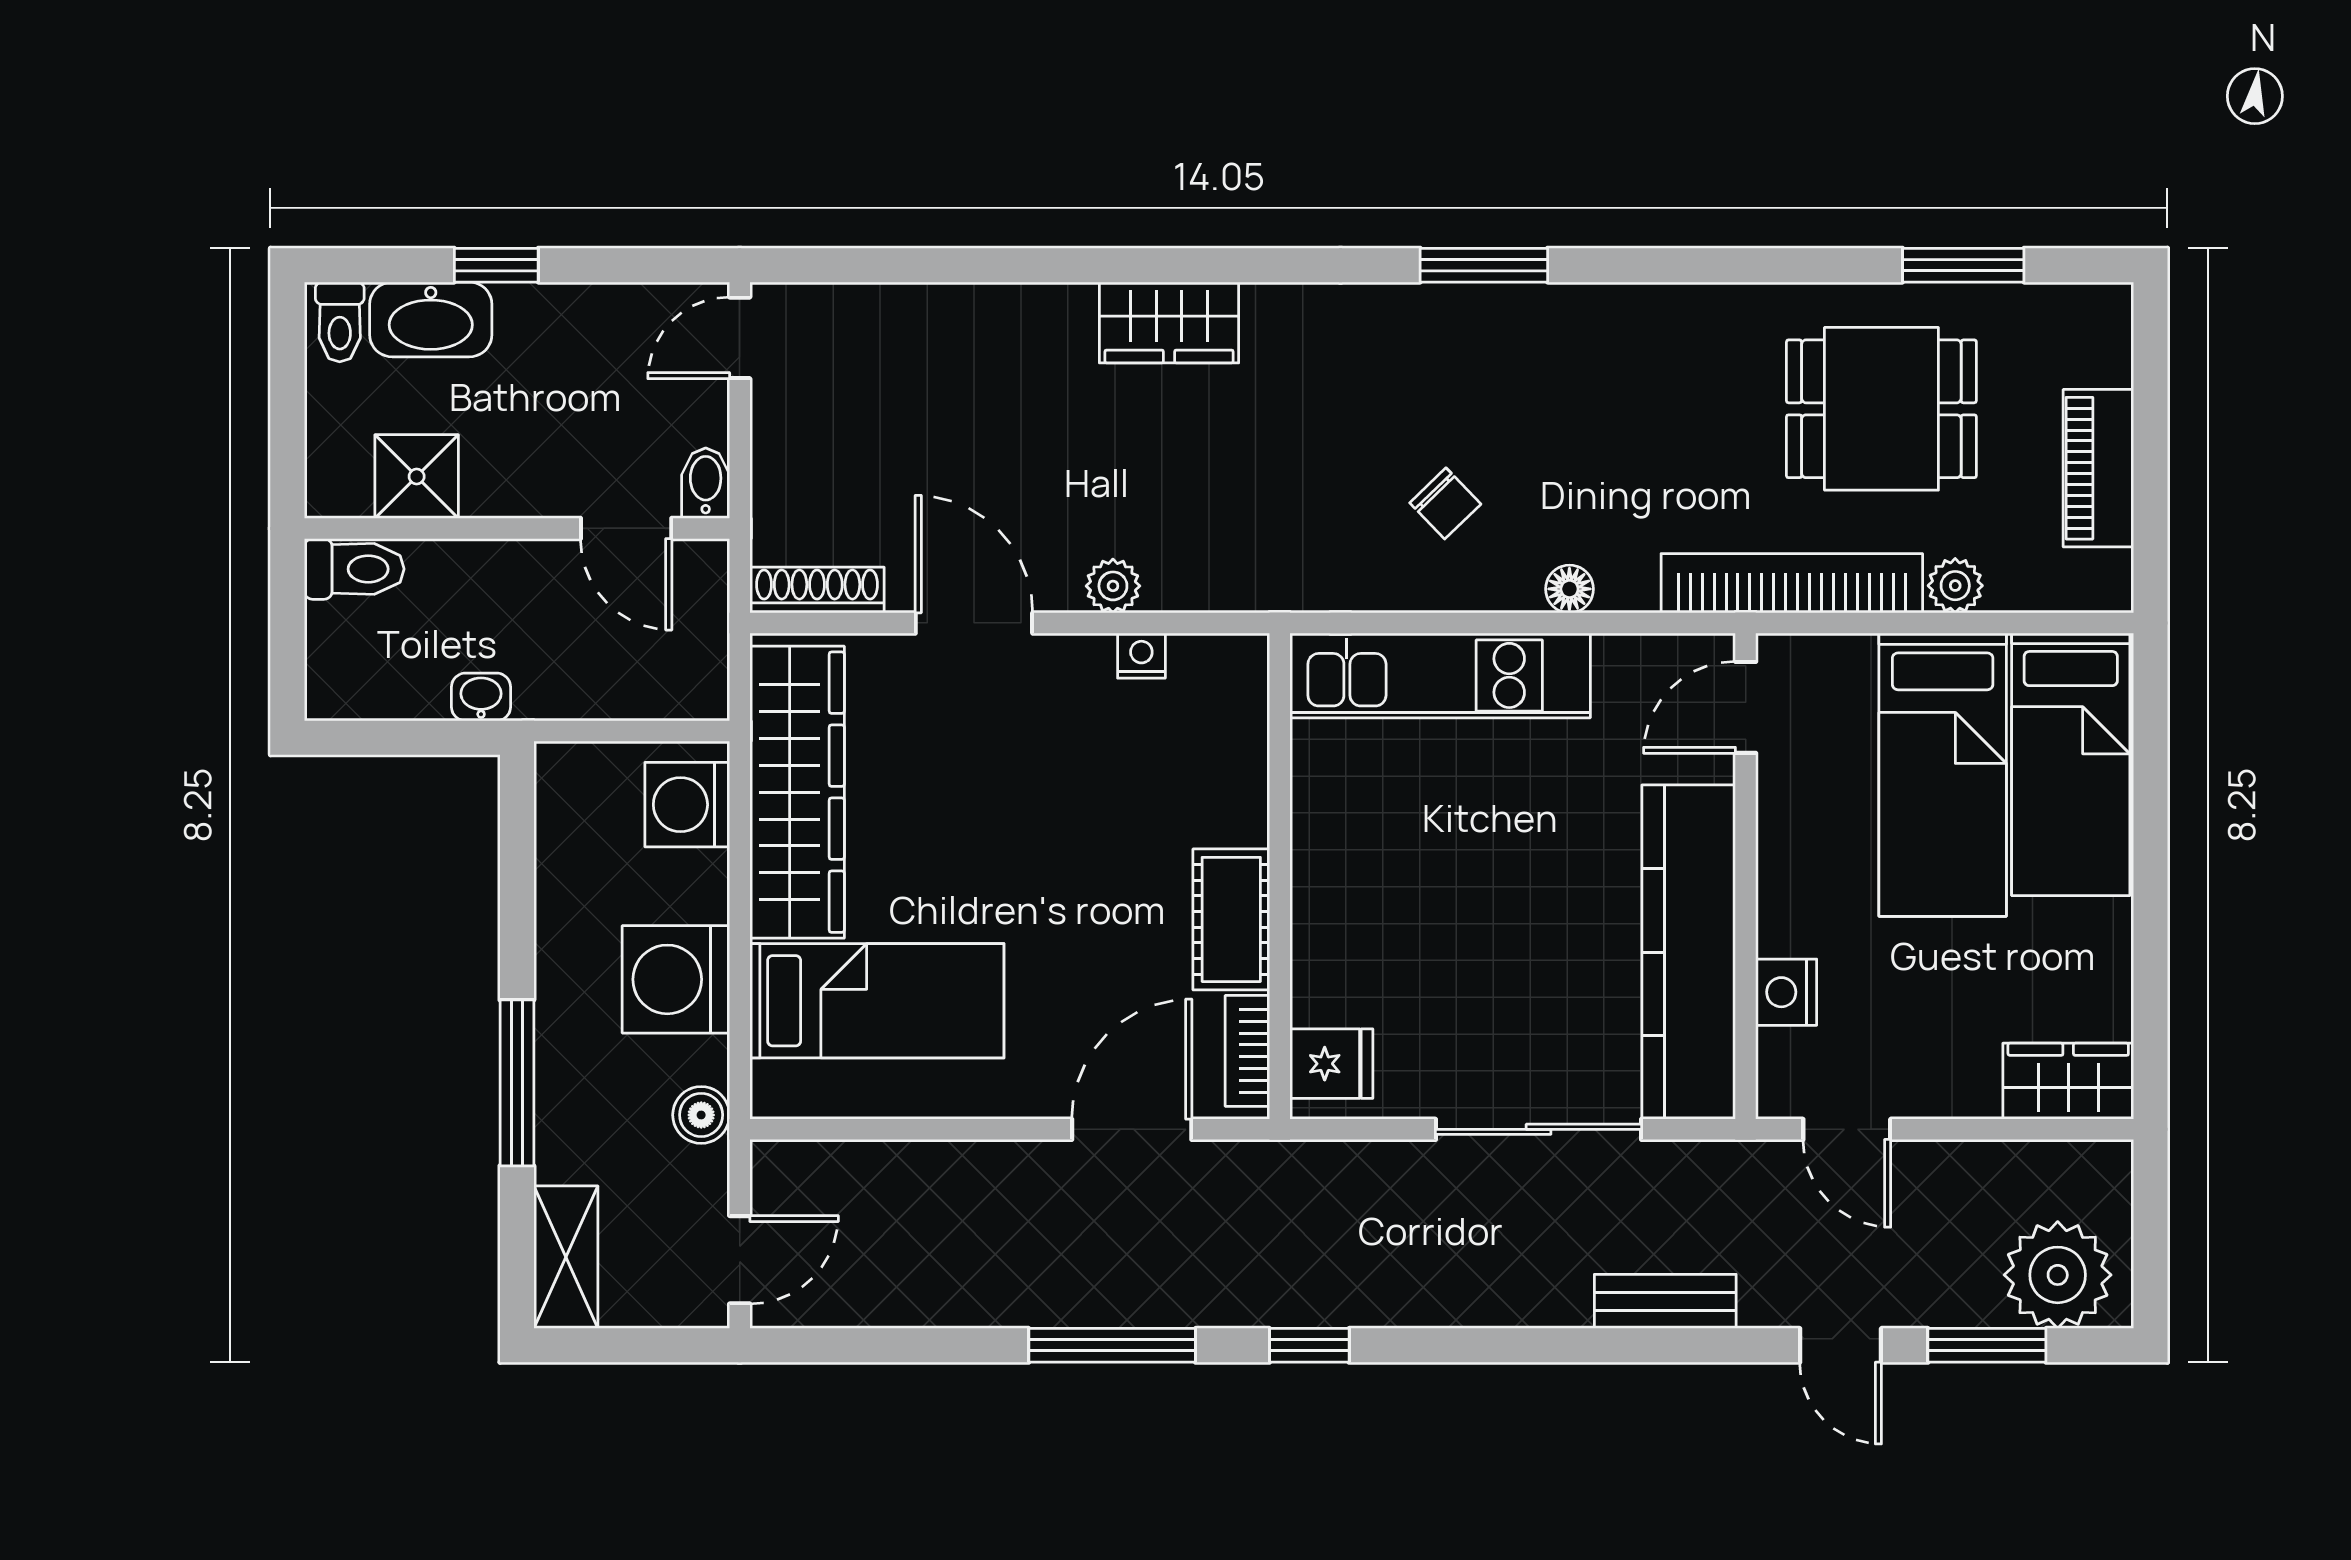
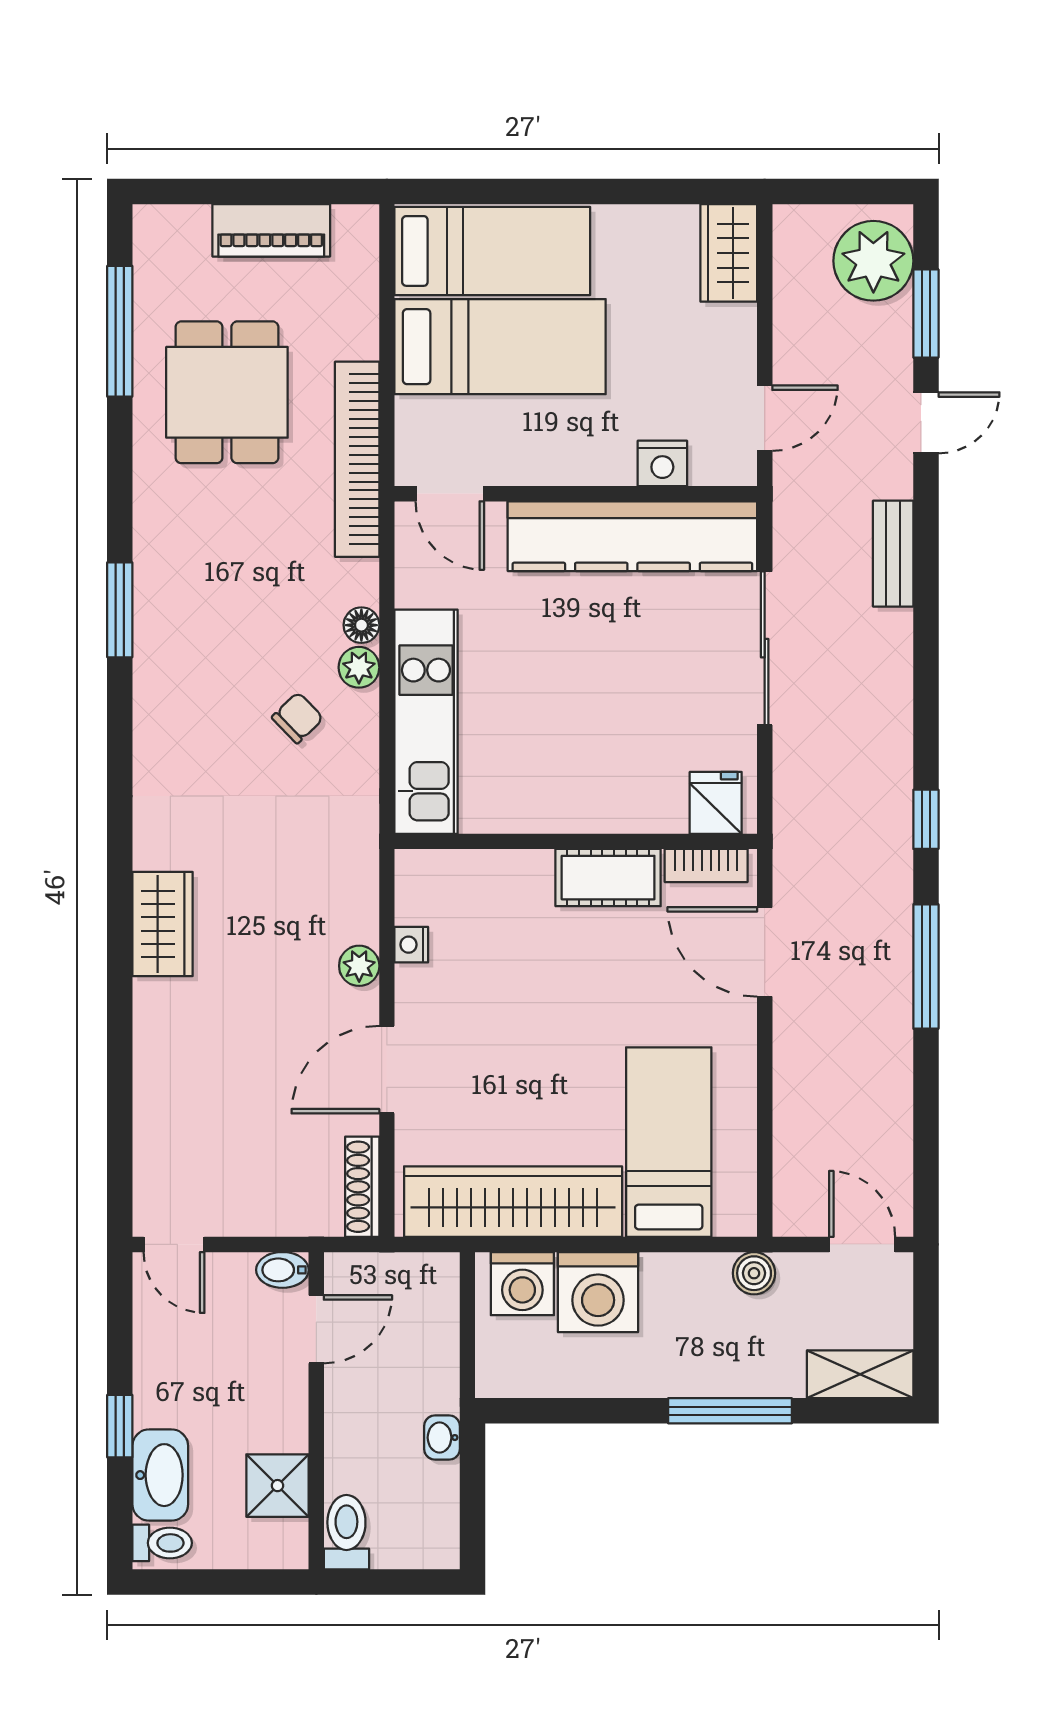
window: (1484, 265) -> (120, 610), moved
window: (1963, 265) -> (120, 331), width x1.44
plant: (1955, 586) -> (359, 667), moved
washing machine: (676, 979) -> (598, 1292), moved

